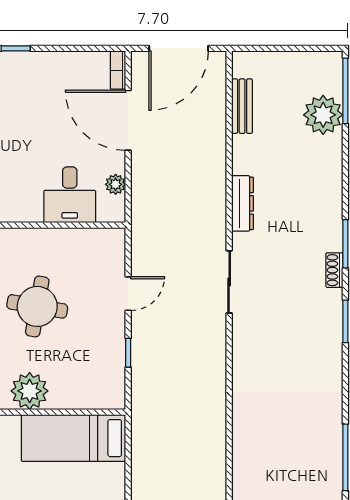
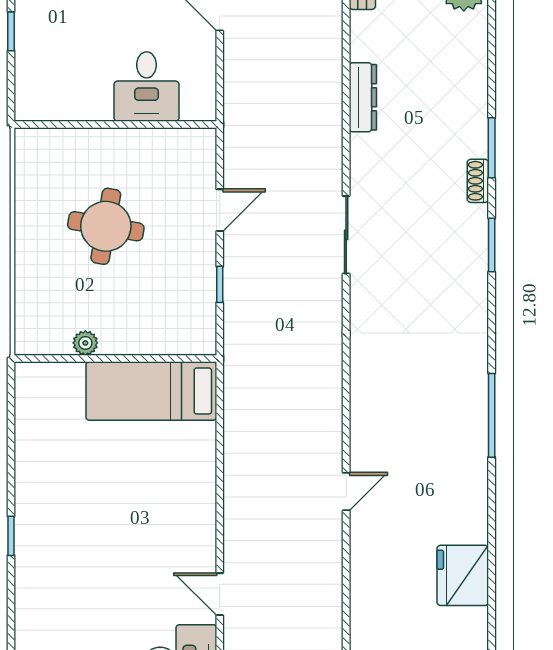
plant: (116, 184) -> (204, 73), removed
sliding door: (229, 282) -> (346, 235), moved
plant: (30, 391) -> (85, 343), width x0.53, depth x0.53

